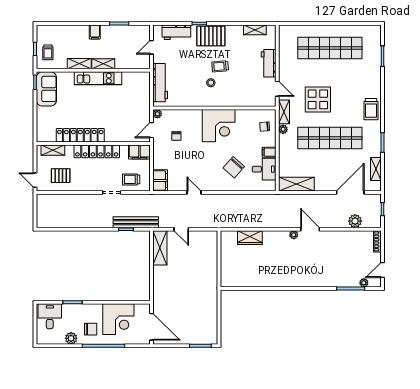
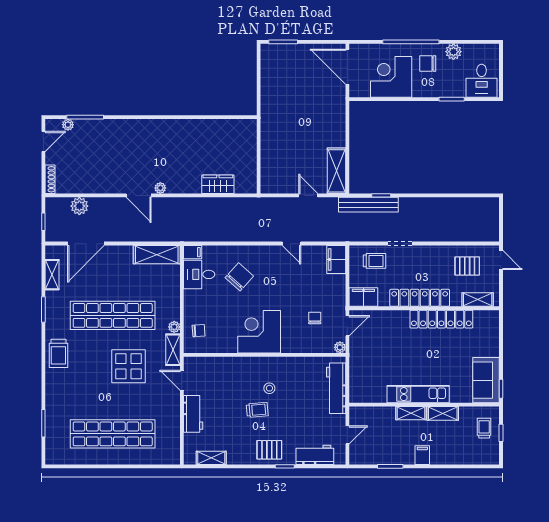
pallet: (211, 36) -> (269, 450), width x0.67, depth x0.71
trolley: (371, 109) -> (58, 353), turned 180
filing cabinet: (269, 152) -> (193, 252), moved

